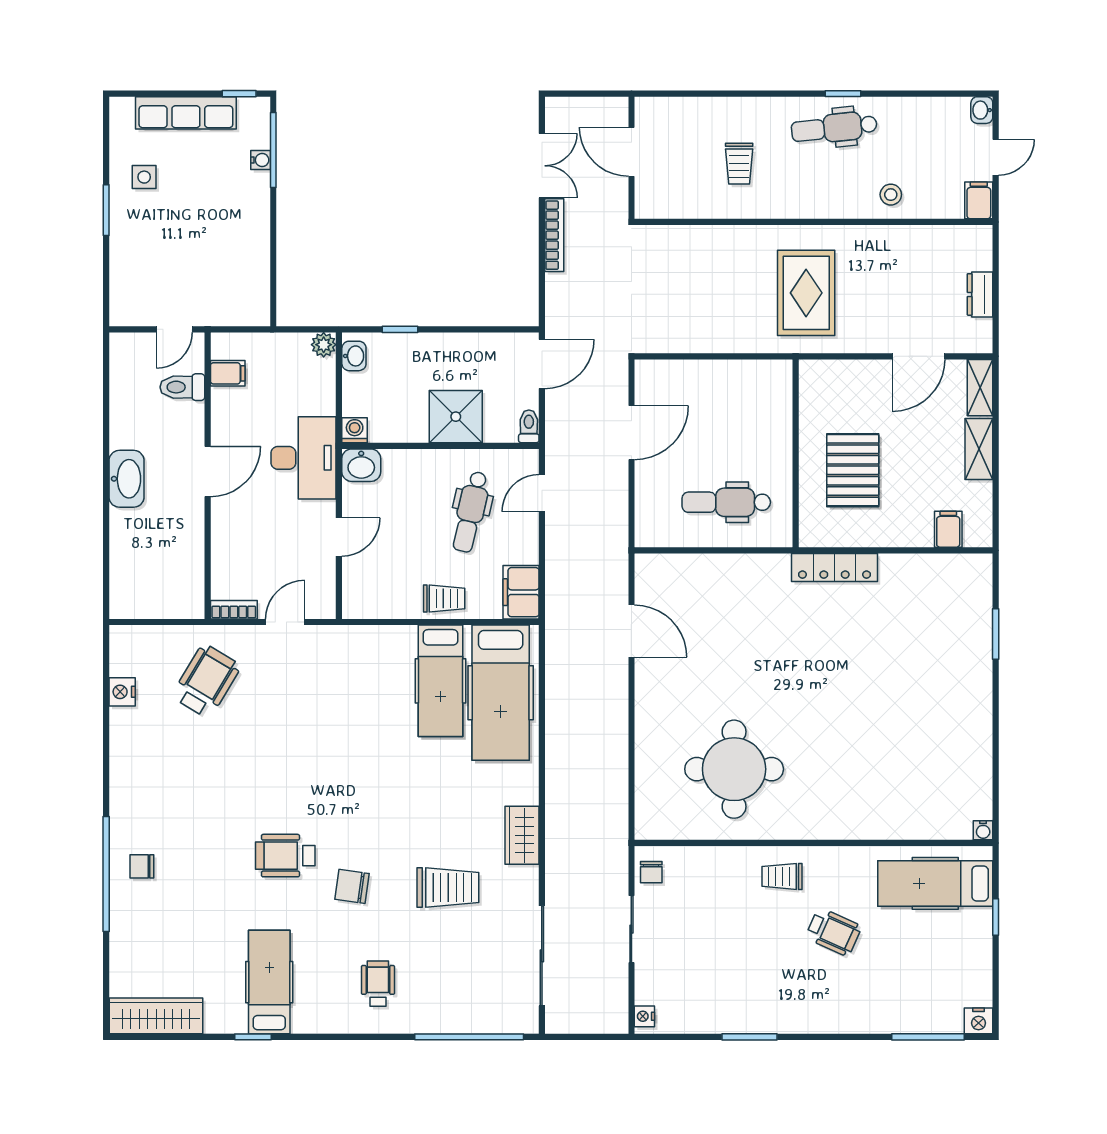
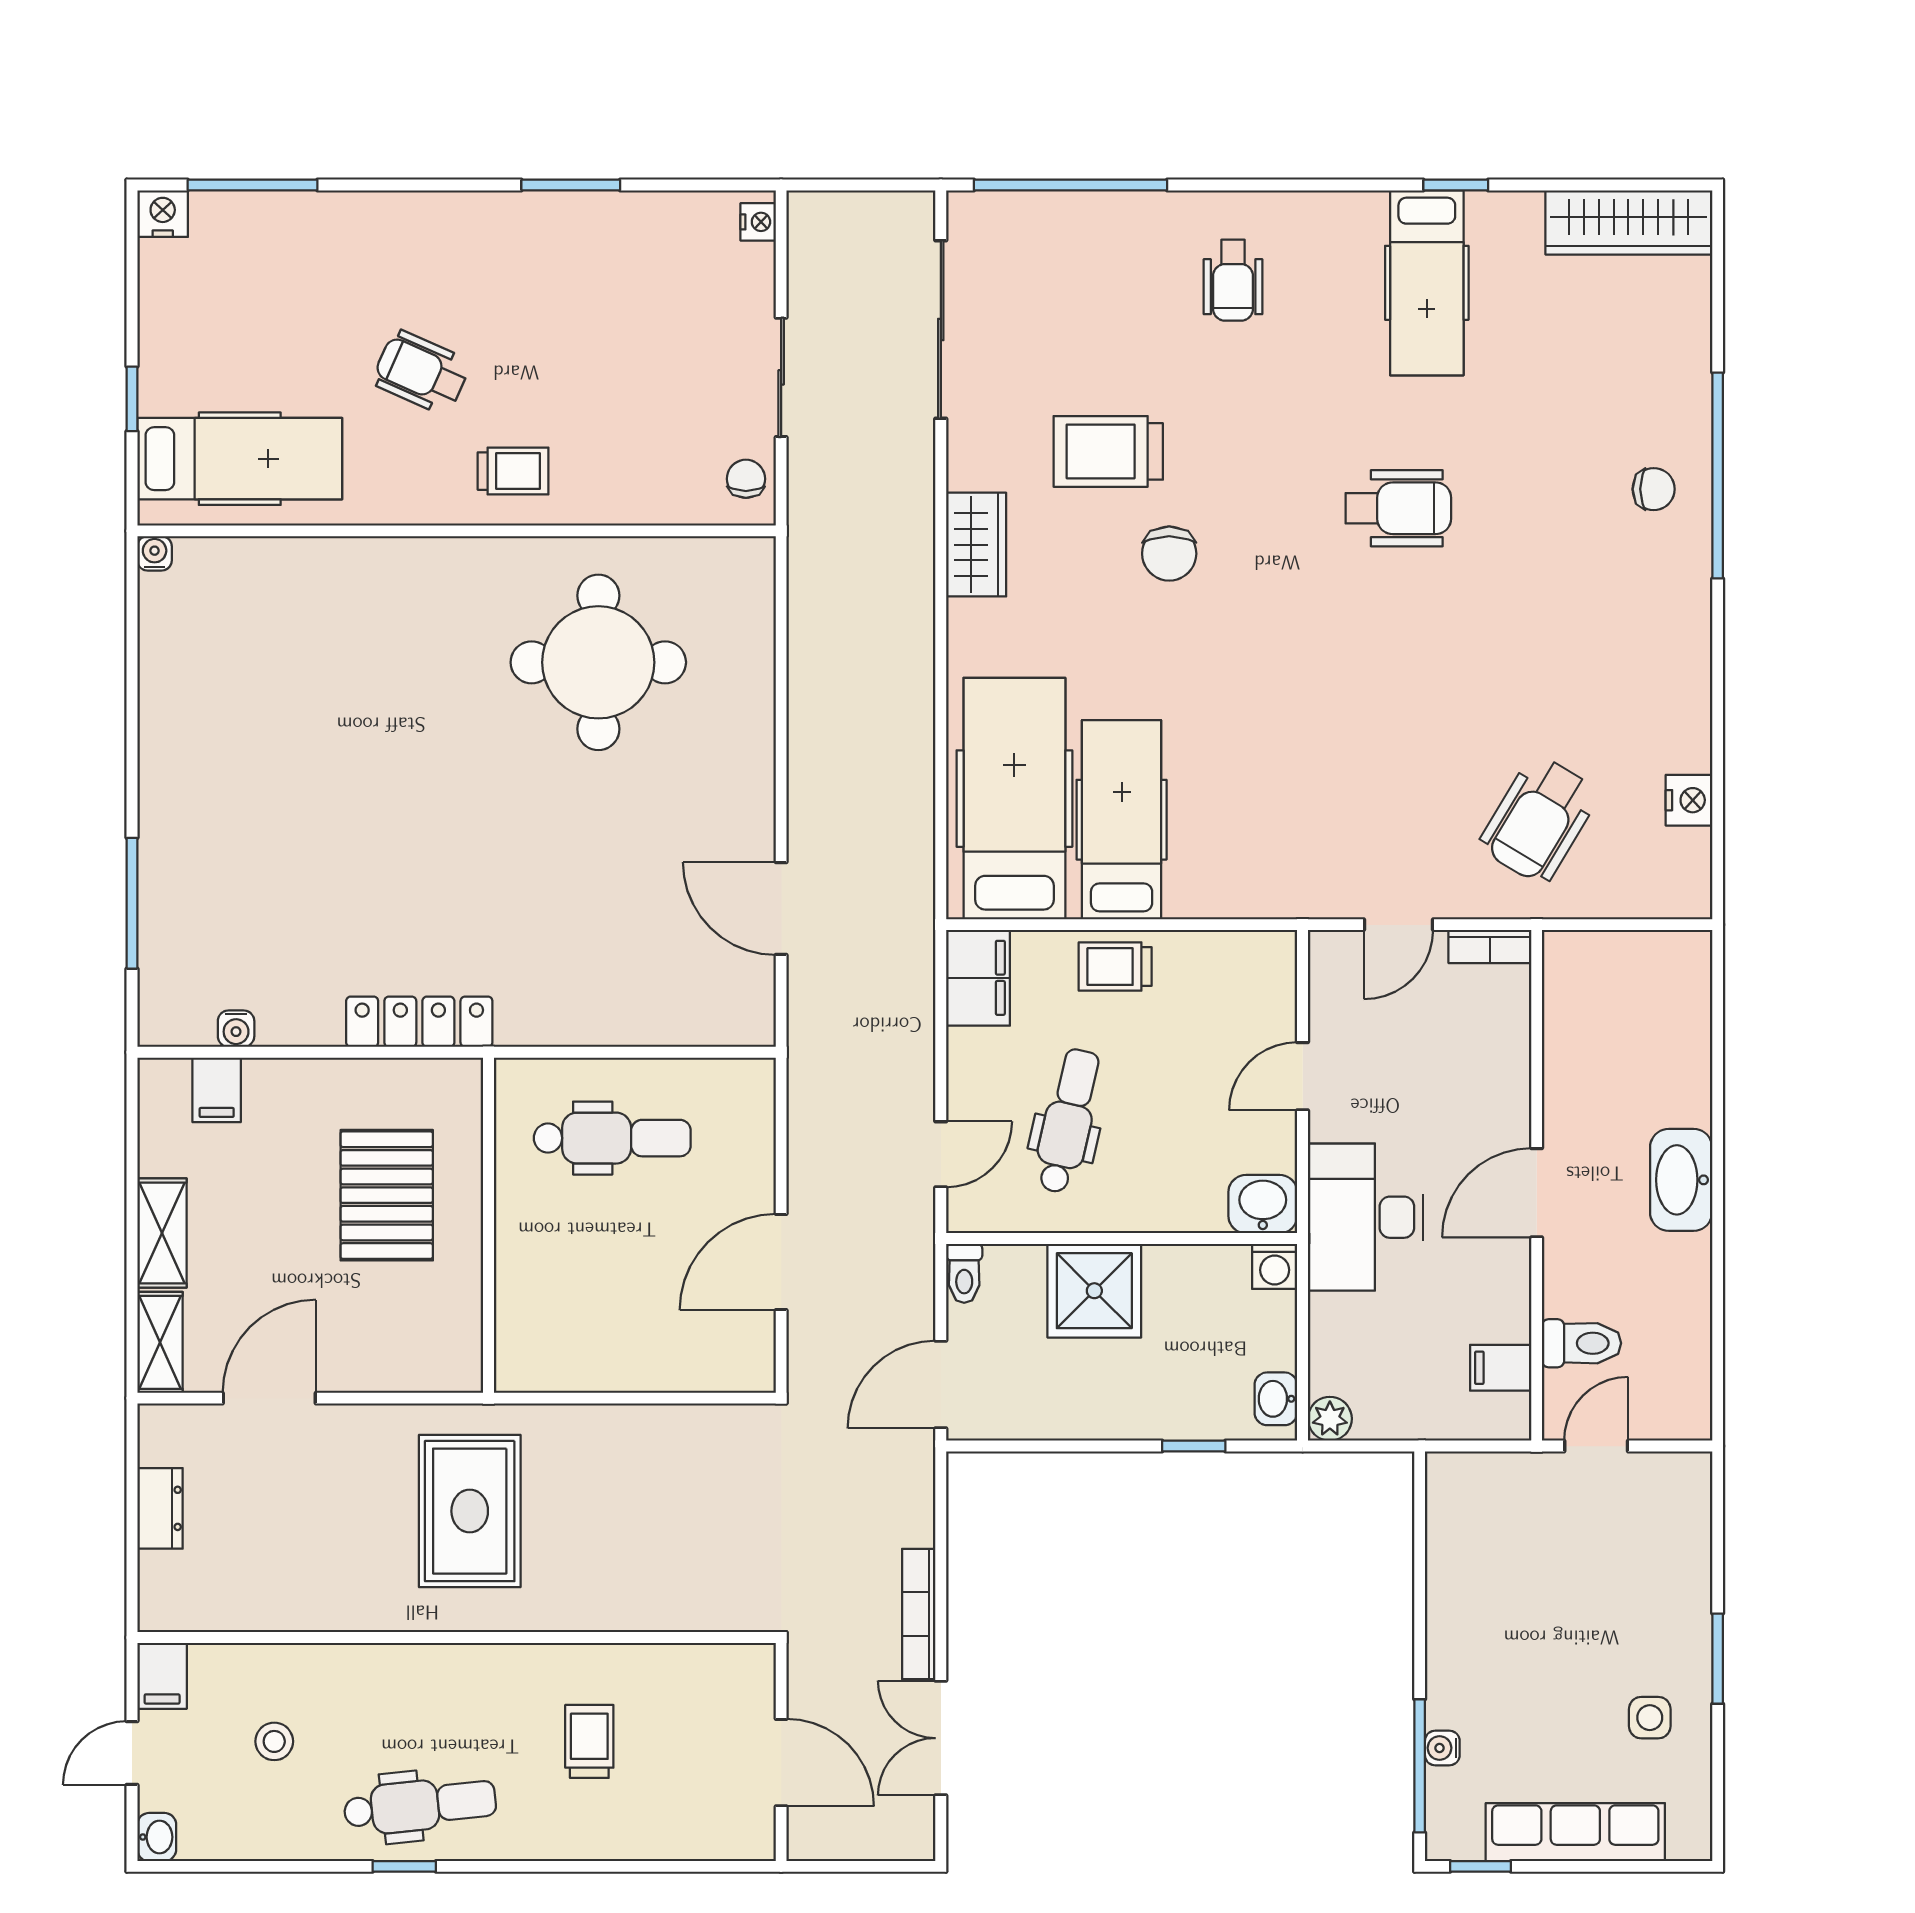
stool: (891, 195) -> (274, 1741), moved
water cooler: (937, 564) -> (236, 1029), added
window: (996, 634) -> (132, 903), width x1.44
chair: (352, 886) -> (1169, 554), moved, turned 82

